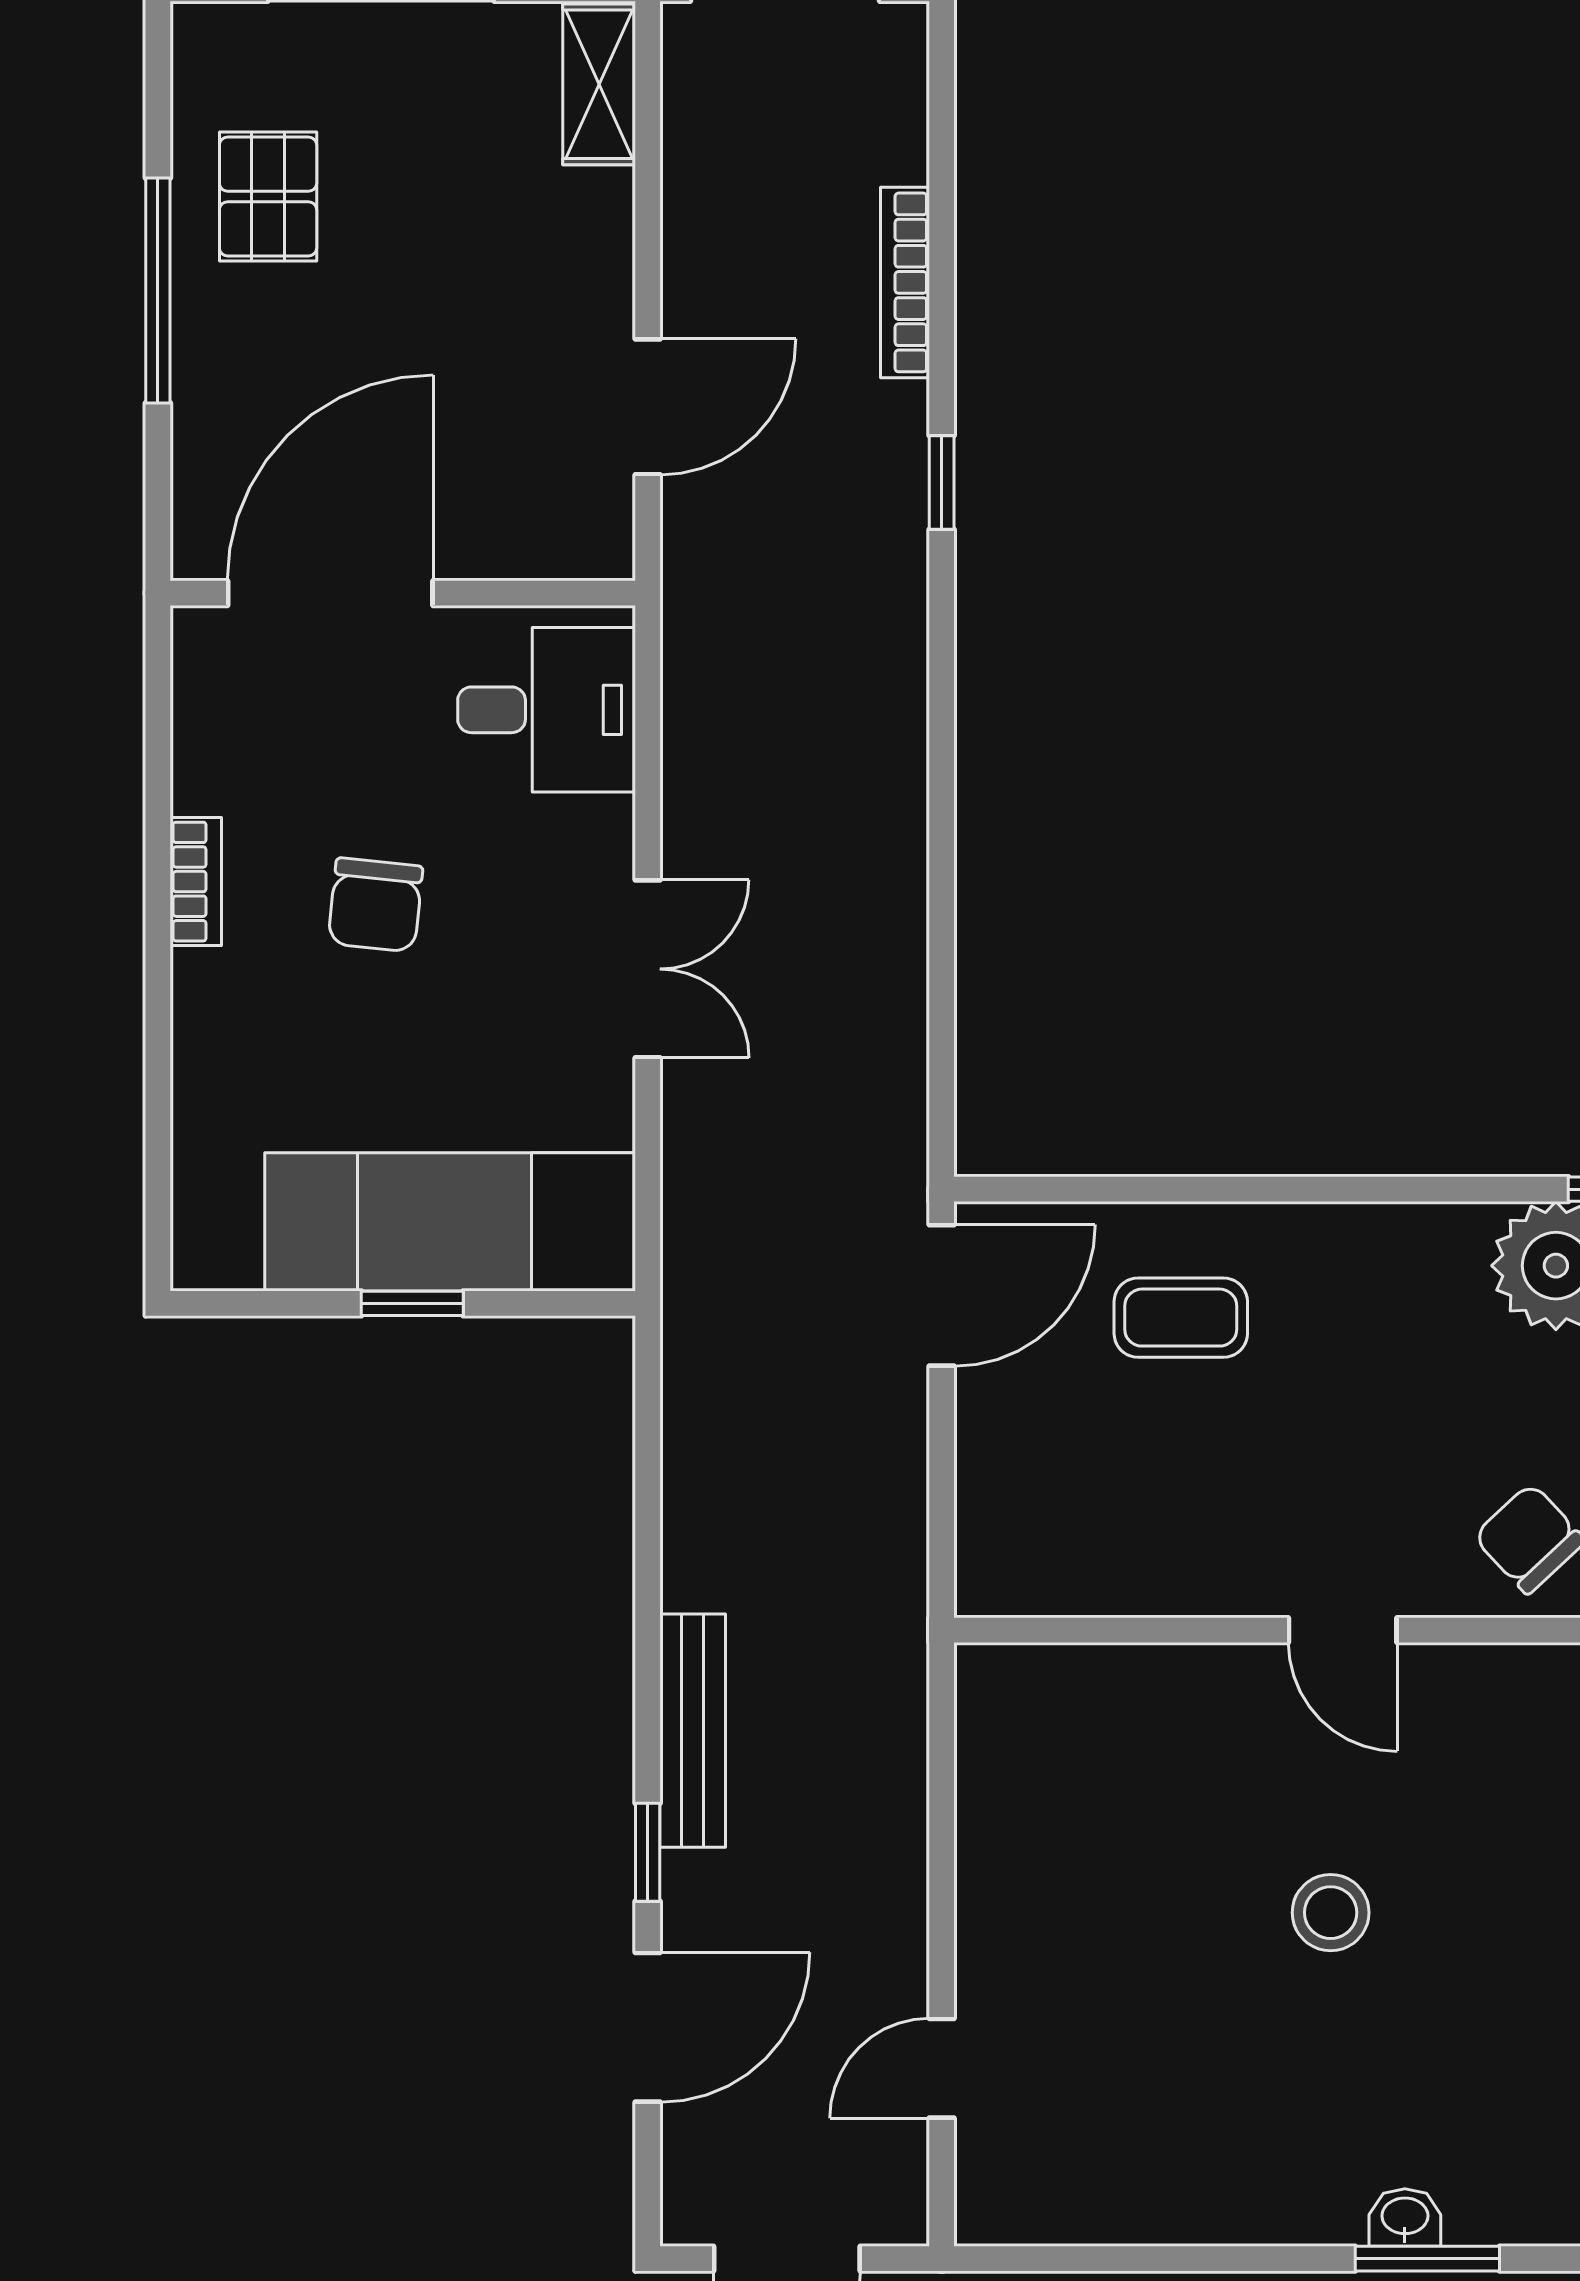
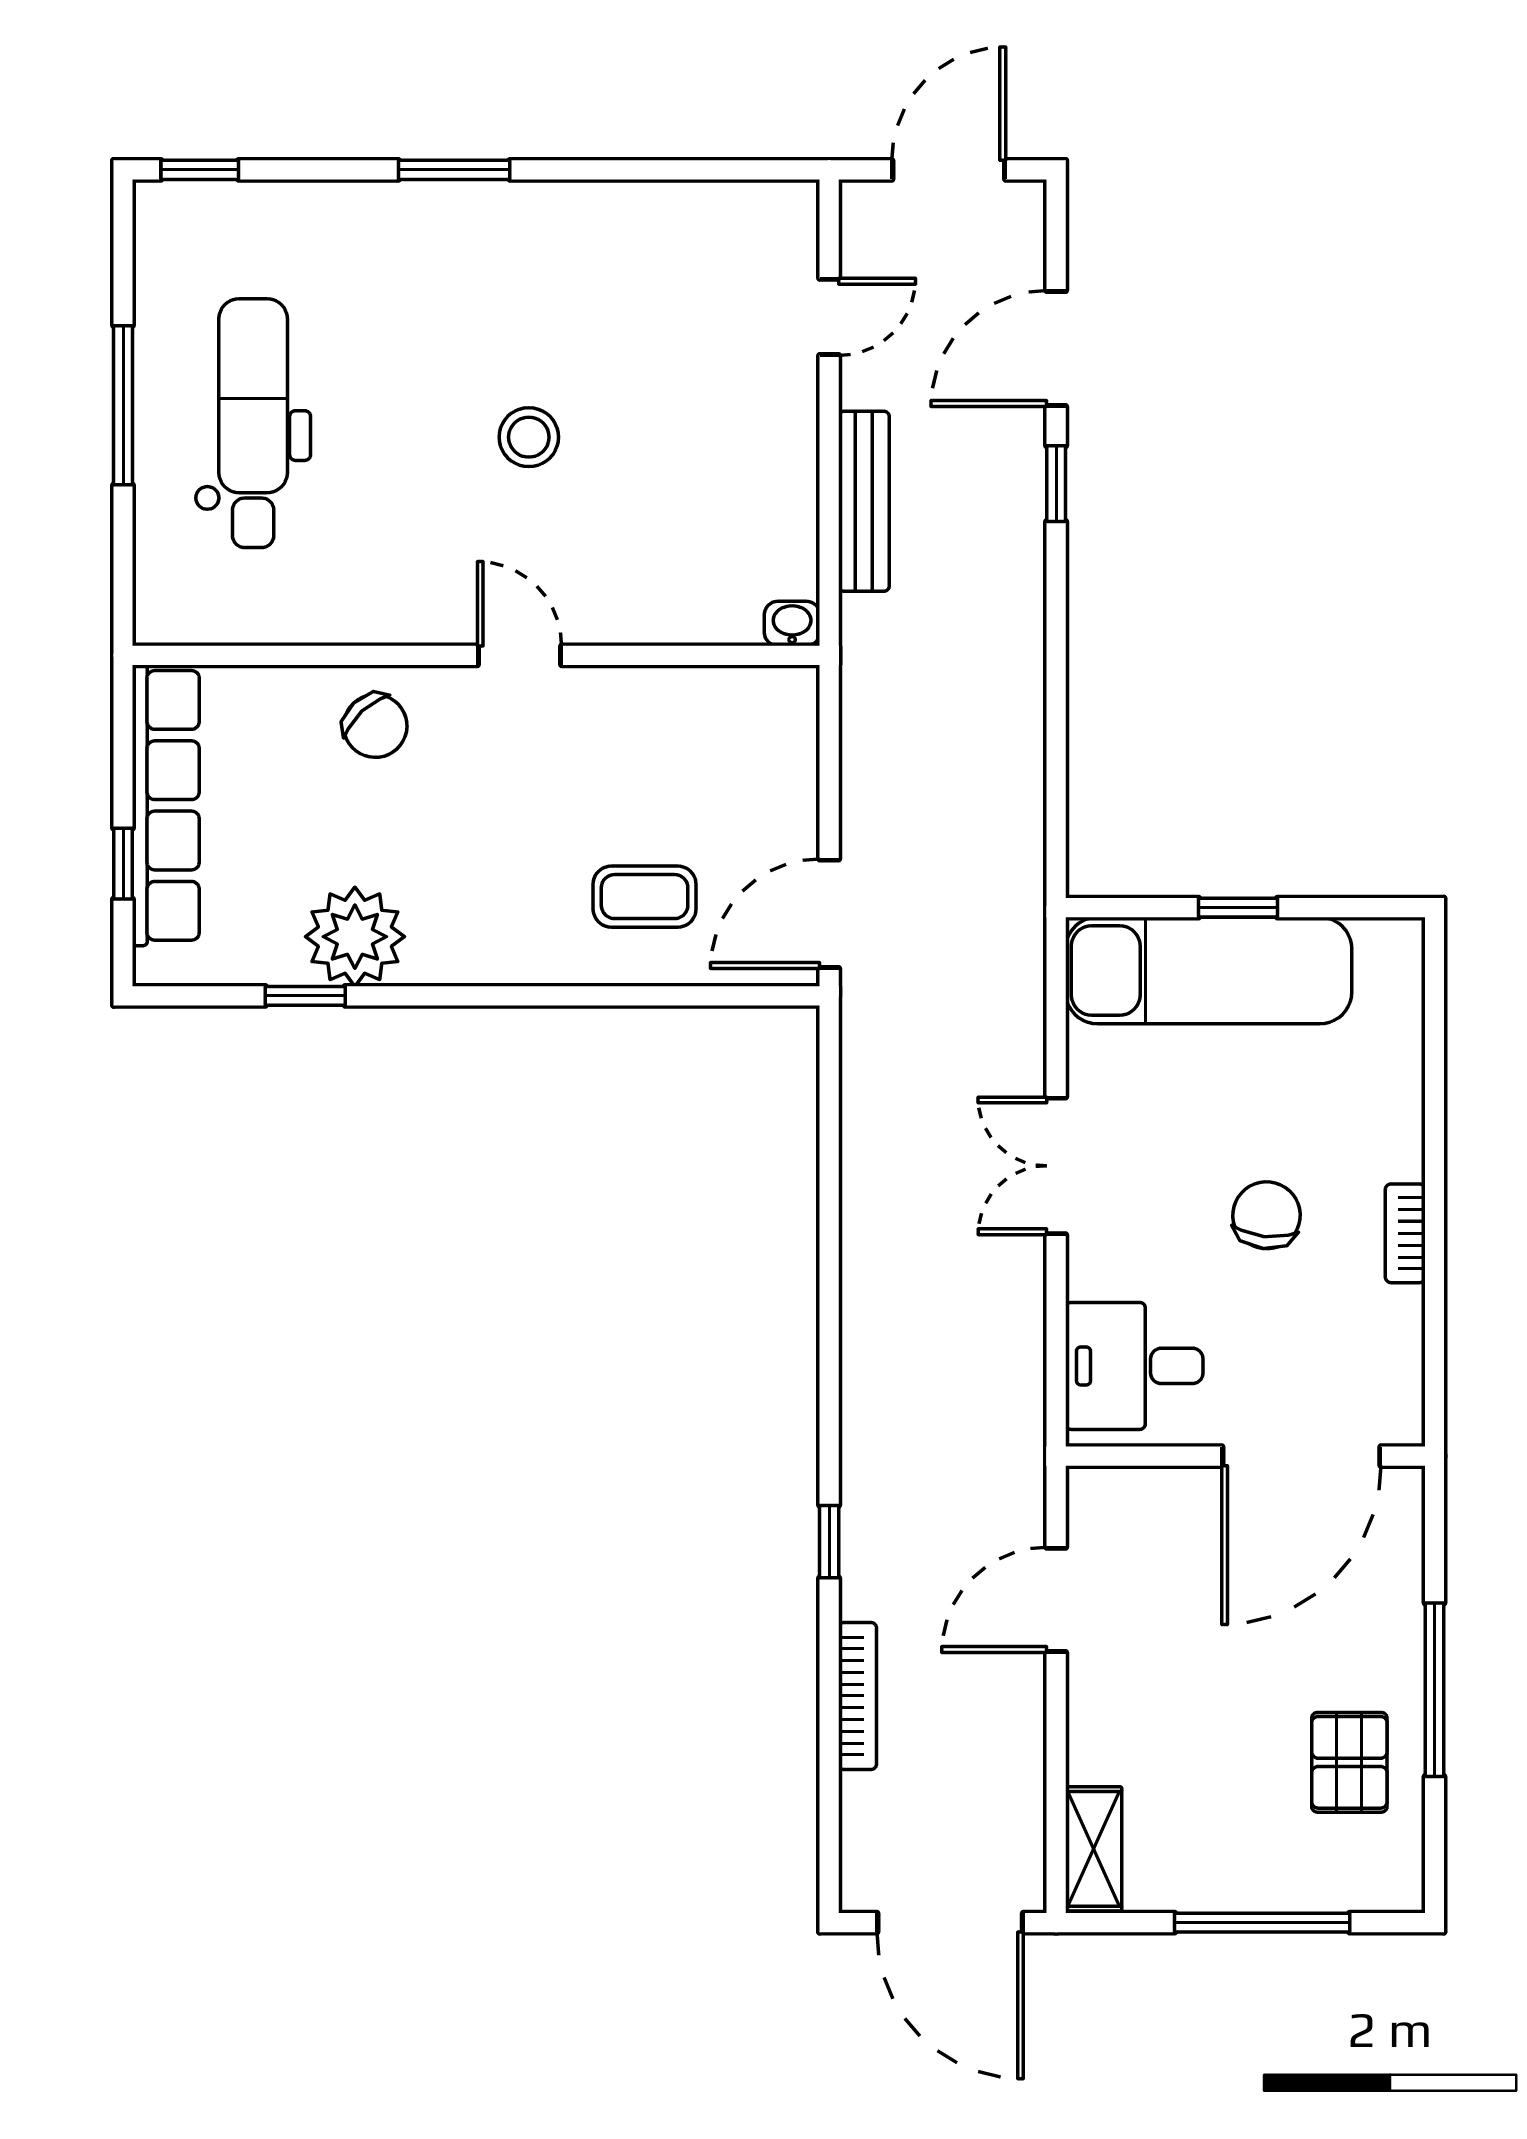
bench: (693, 1731) -> (864, 501), moved
washbasin: (1405, 2218) -> (792, 624), moved, turned 180

